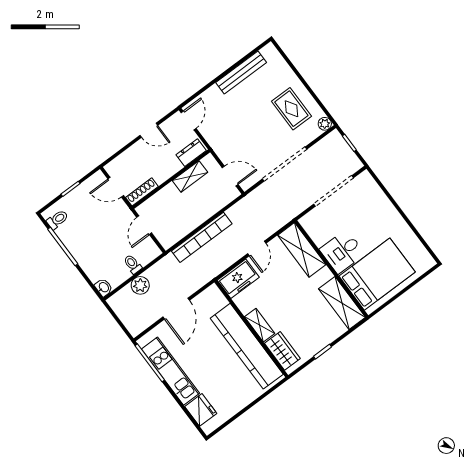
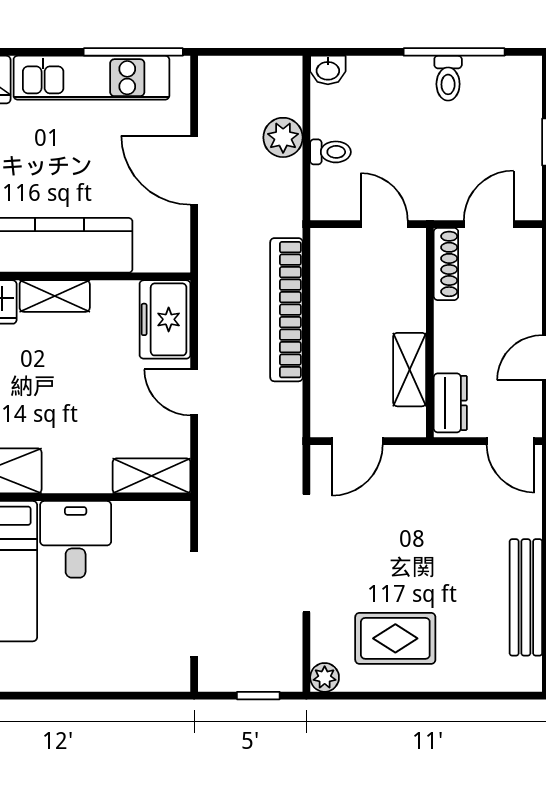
toilet: (57, 220) -> (448, 78), moved
shelving: (302, 250) -> (152, 476), width x0.67, depth x0.75

